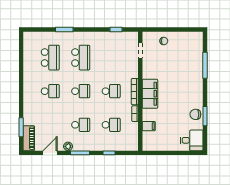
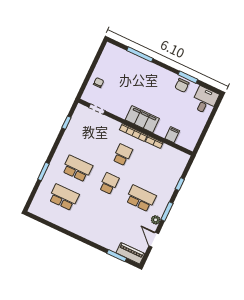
school desk: (50, 91) -> (95, 212), removed
school desk: (81, 125) -> (141, 198), width x1.85
school desk: (111, 125) -> (154, 170), removed

